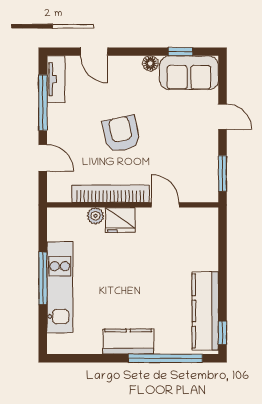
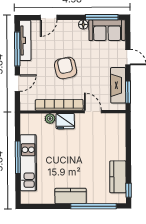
door: (94, 52) -> (49, 17), hinge flipped
window: (180, 52) -> (102, 17), width x2.17
tv unit: (56, 79) -> (25, 40), width x1.41
door: (43, 158) -> (17, 83), hinge flipped
fireplace: (206, 162) -> (118, 85), added
kitchen counter: (205, 311) -> (118, 177), width x0.67

